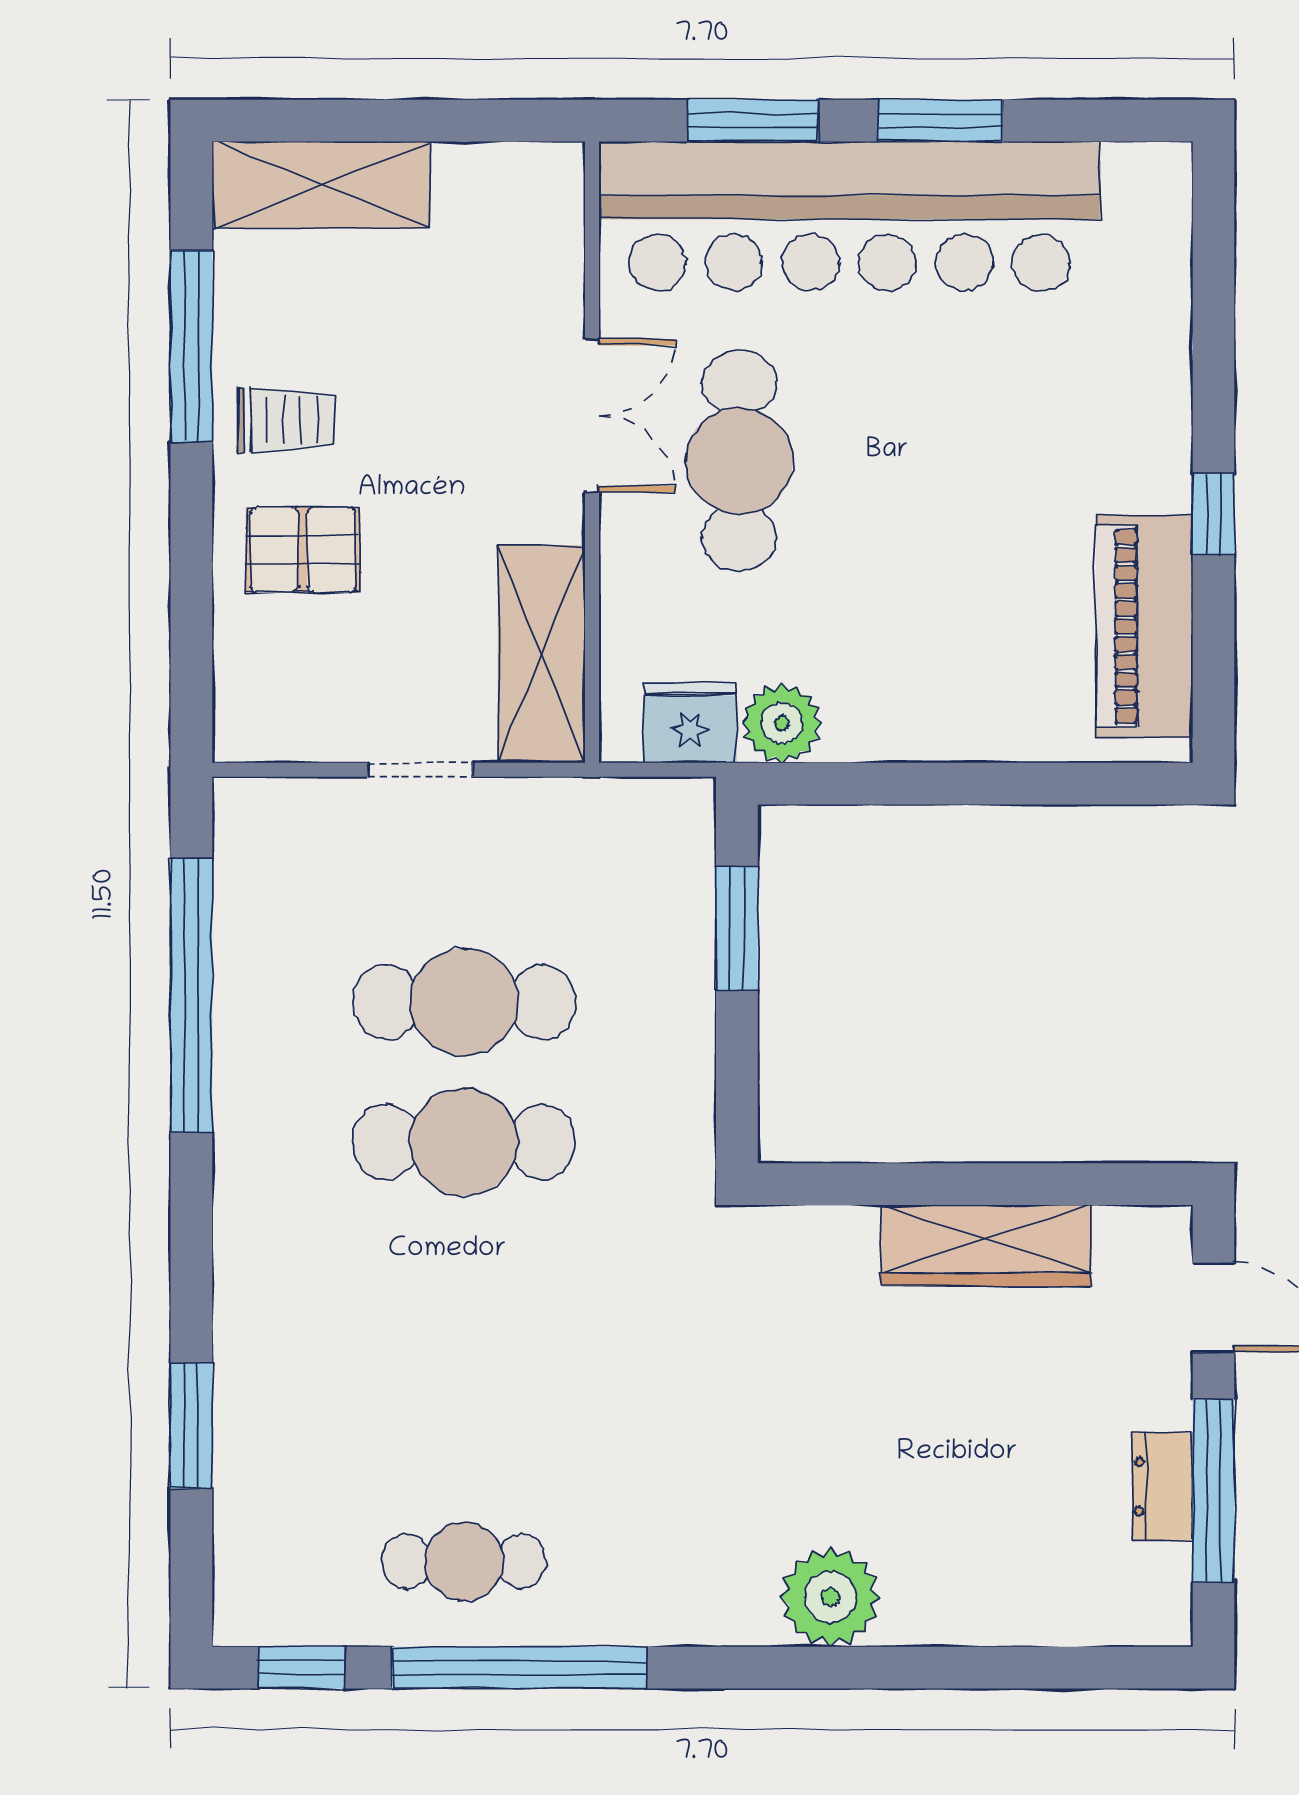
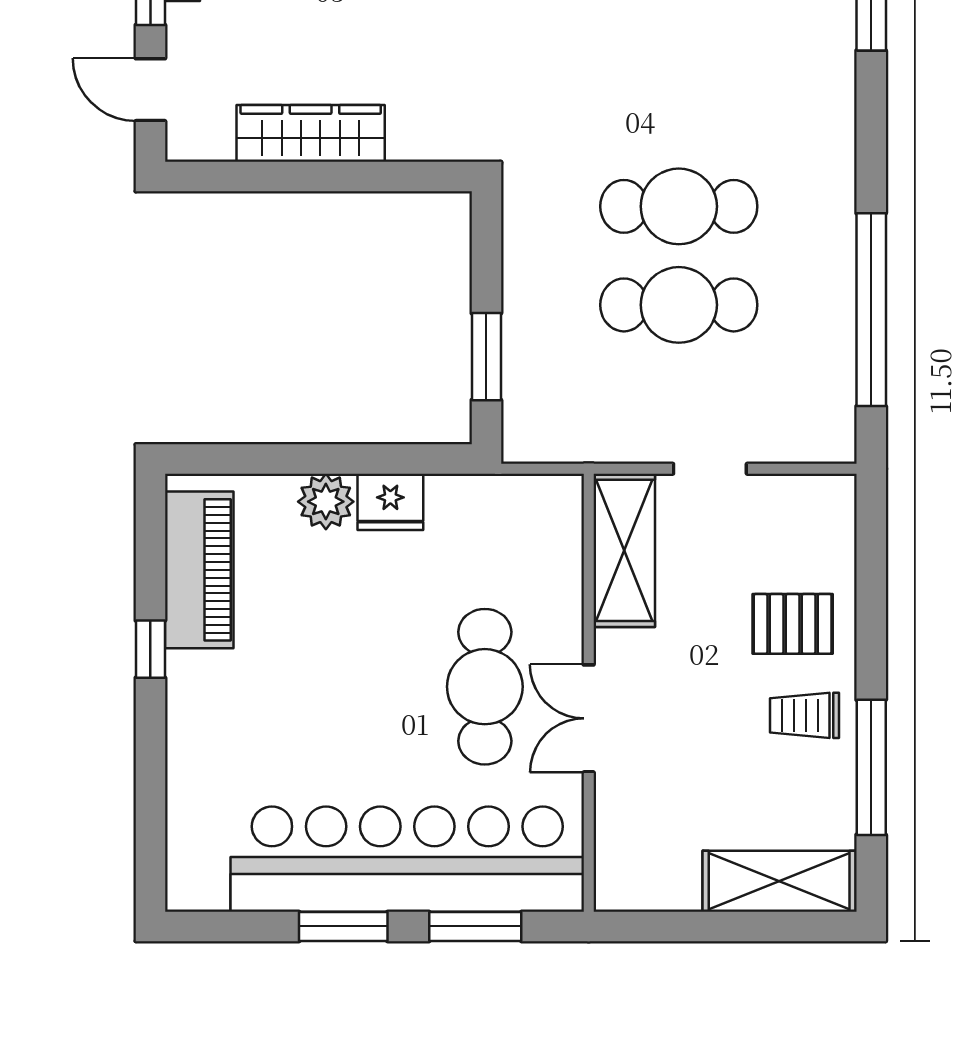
fridge: (690, 723) -> (390, 502), moved
plant: (782, 723) -> (326, 502), moved

